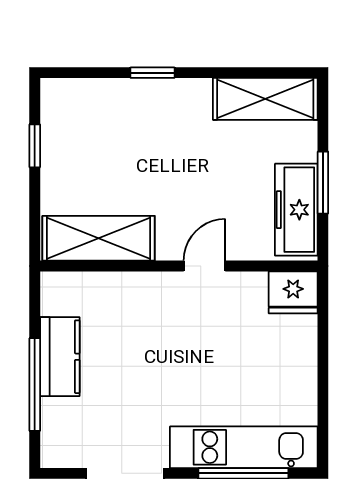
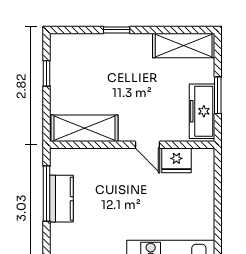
door: (204, 266) -> (147, 145), swing flipped
fridge: (293, 292) -> (176, 160), moved
window: (35, 385) -> (47, 194), moved

